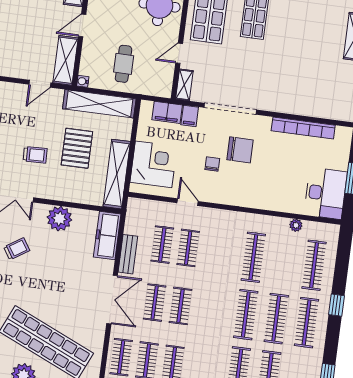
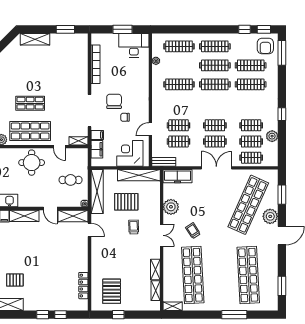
bench: (128, 254) -> (164, 162), moved
window: (337, 305) -> (202, 29), removed

